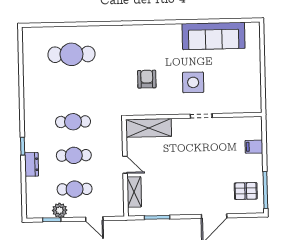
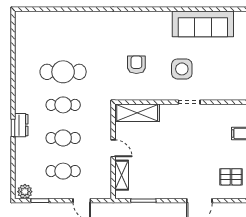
cafe table: (71, 54) -> (63, 72), moved
dresser: (32, 164) -> (21, 125), moved
plant: (60, 210) -> (25, 192), moved

